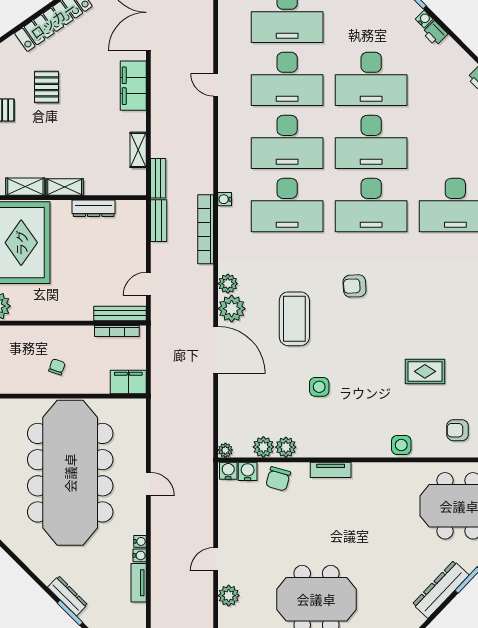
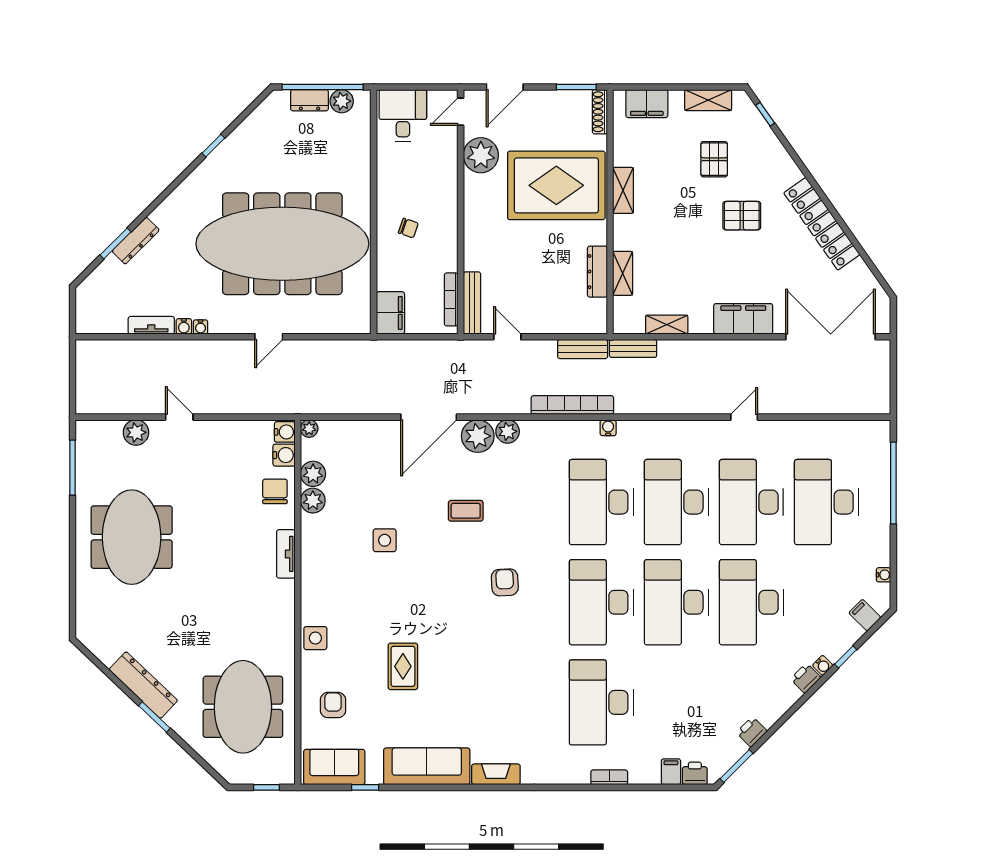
shelving: (65, 187) -> (623, 273), moved
coffee table: (294, 319) -> (466, 511), width x0.54, depth x0.58
chair: (278, 479) -> (275, 491), turned 74

